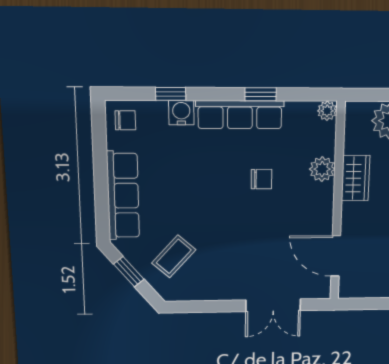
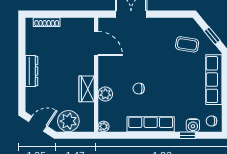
window: (261, 94) -> (140, 135), removed
water cooler: (181, 113) -> (193, 125), moved
coffee table: (174, 256) -> (187, 44), turned 57

